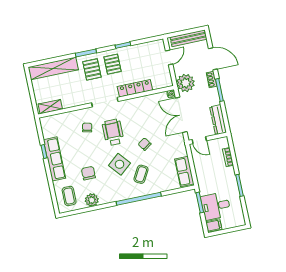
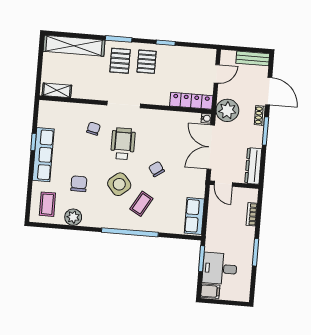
bench: (188, 38) -> (253, 58), width x0.73
locker: (135, 88) -> (191, 101), moved

